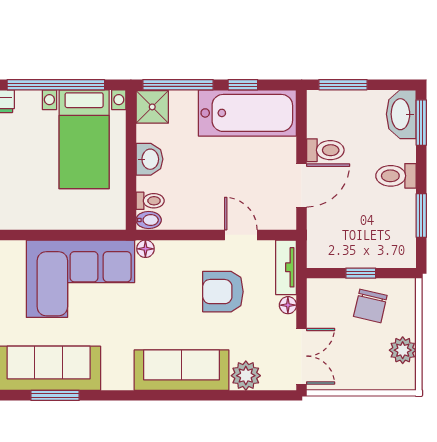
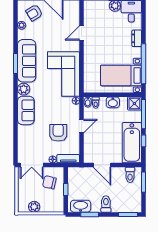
washbasin: (401, 114) -> (81, 206), moved
toilet: (325, 150) -> (130, 175), moved
door: (241, 235) -> (82, 126), moved
chair: (370, 306) -> (49, 182), moved
sofa: (182, 370) -> (26, 110), width x0.73
plant: (246, 376) -> (24, 89), moved

